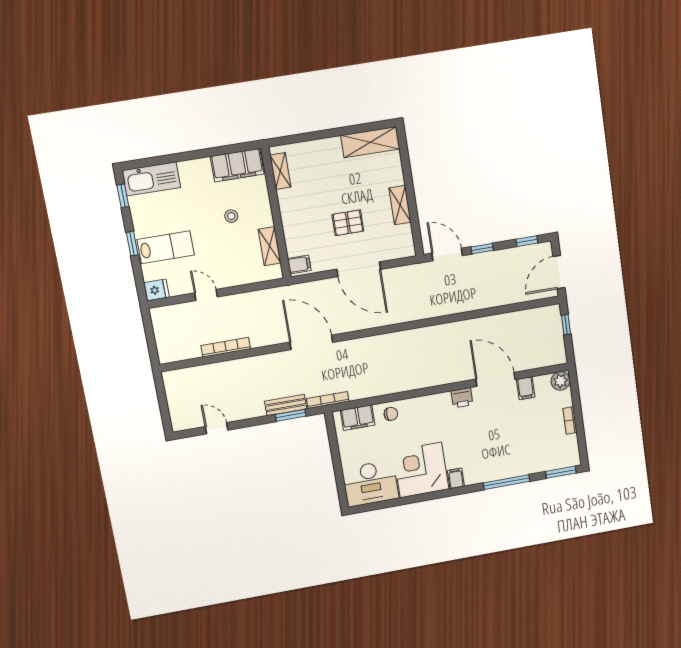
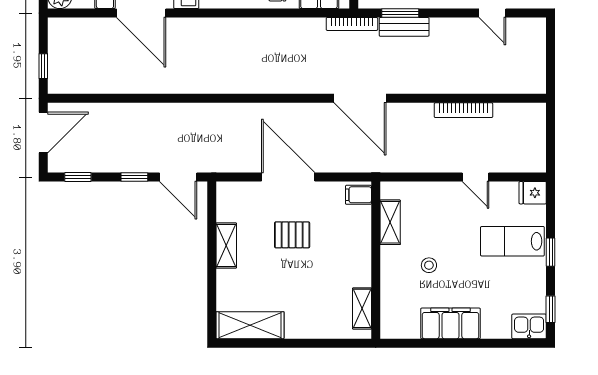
filing cabinet: (237, 165) -> (451, 323), moved
kitchen sink: (151, 179) -> (529, 326), width x0.53, depth x0.81

